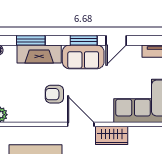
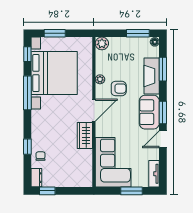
door: (116, 40) -> (163, 139), hinge flipped
armchair: (54, 94) -> (119, 89), turned 90
plant: (43, 117) -> (100, 79), added

